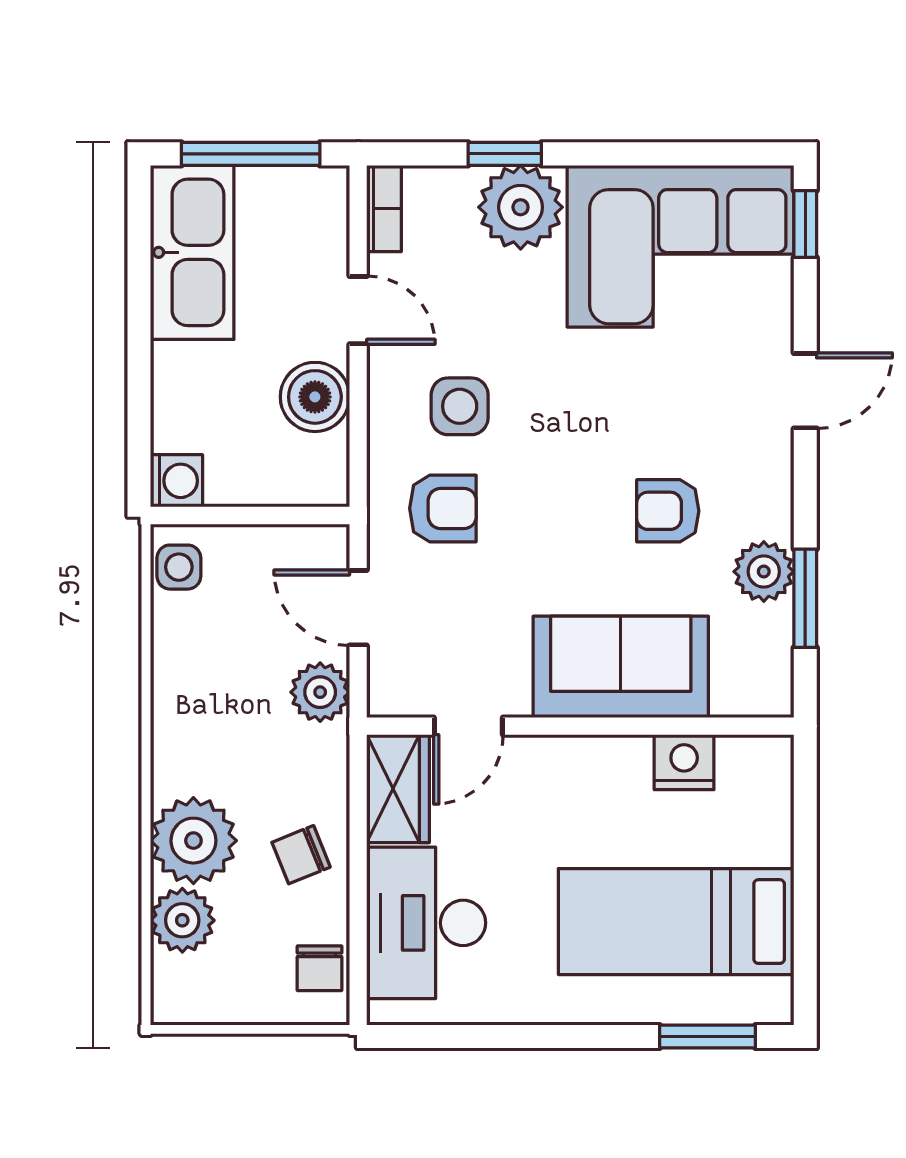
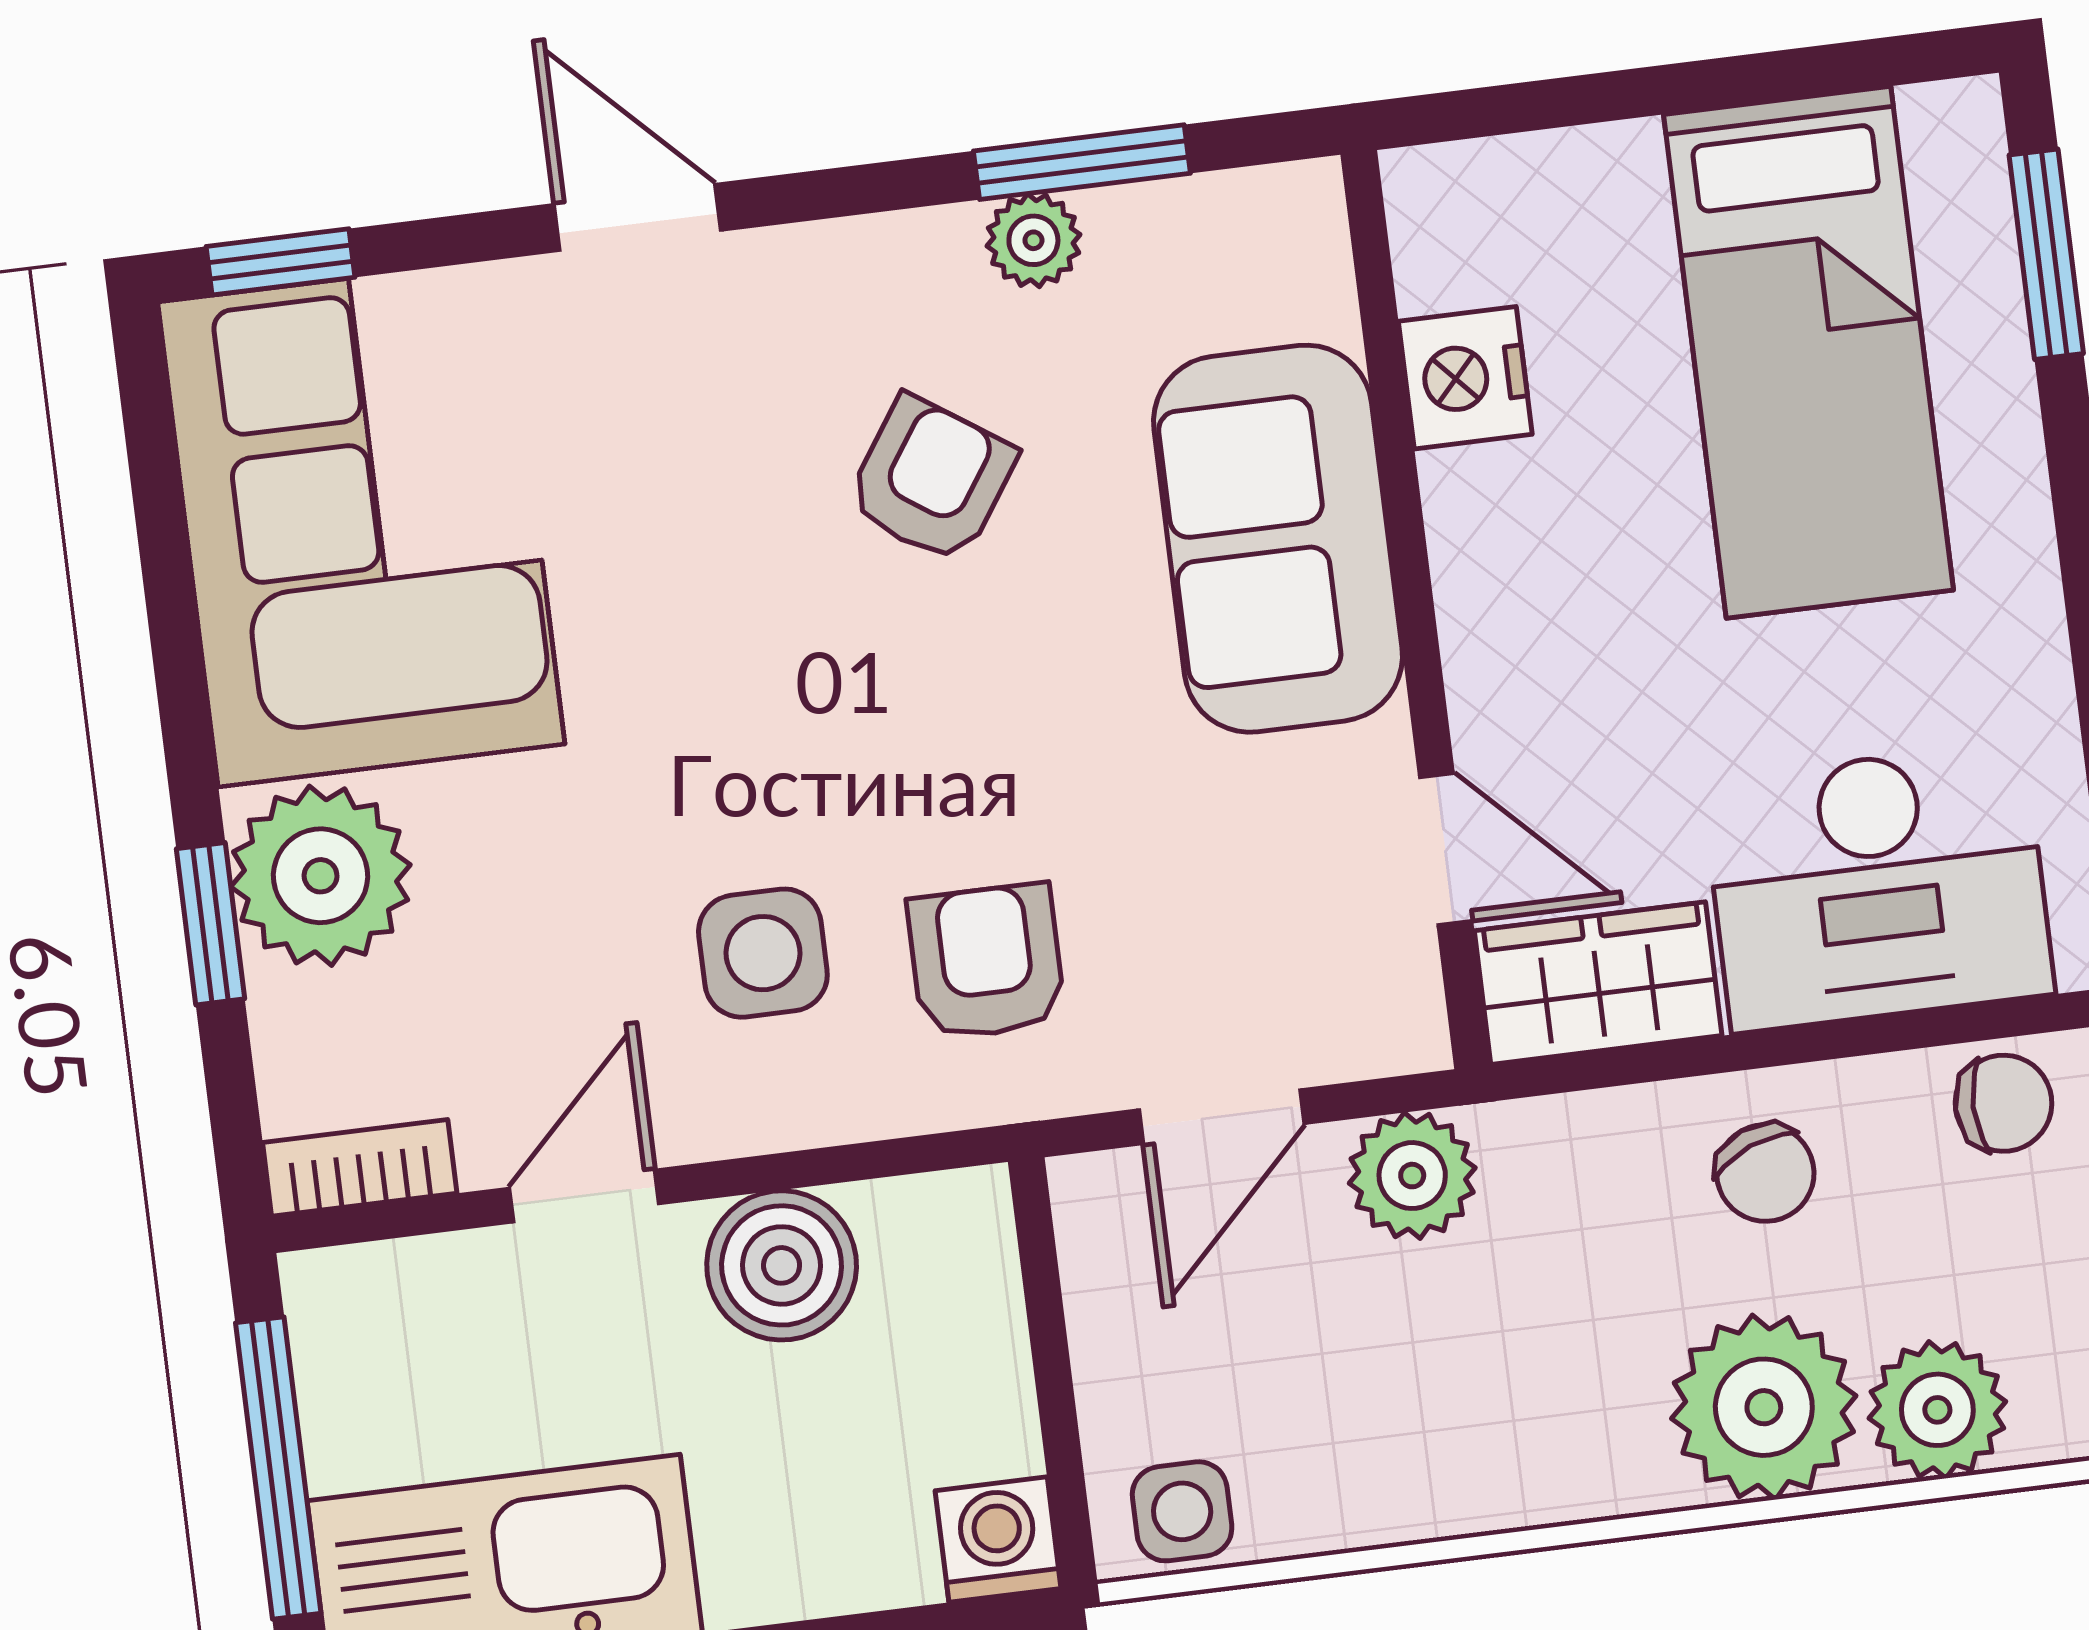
armchair: (668, 511) -> (931, 480), turned -146
plant: (764, 572) -> (1033, 240), width x0.73, depth x0.73

